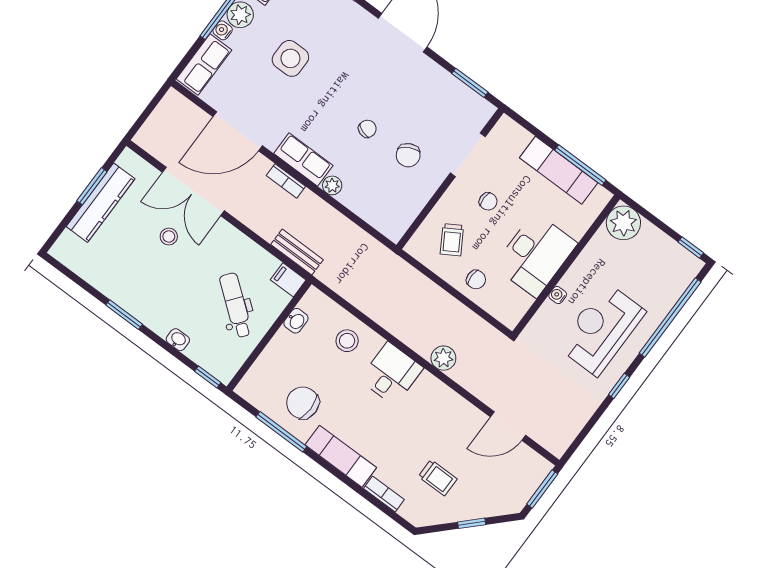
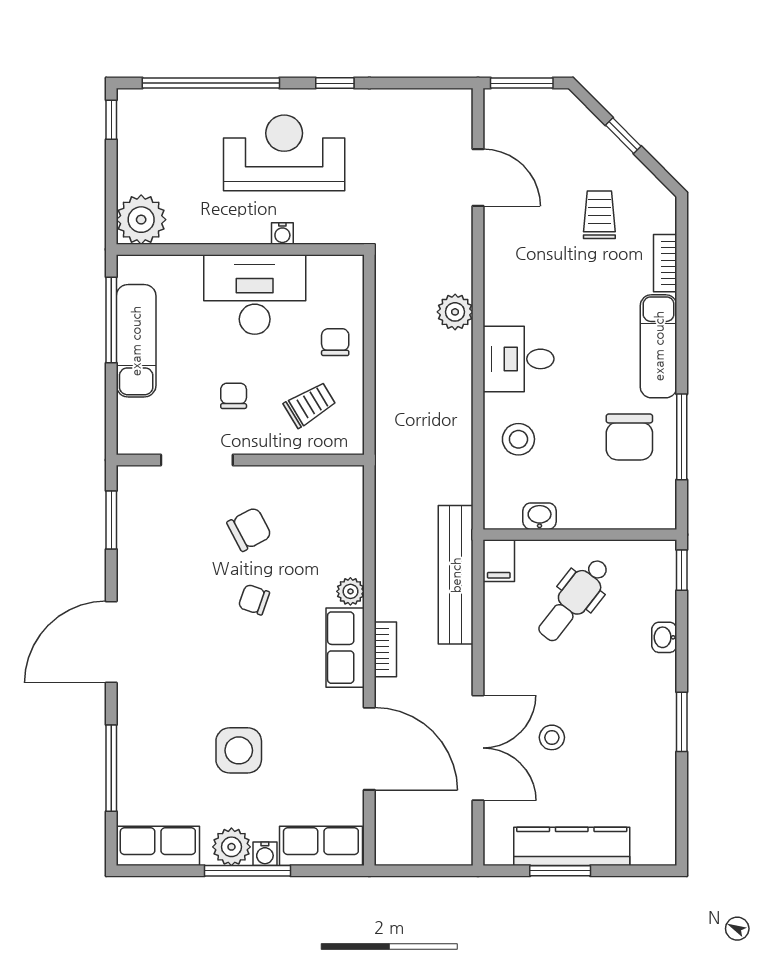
bench: (297, 252) -> (456, 575), width x1.86, depth x1.21
reception desk: (601, 329) -> (284, 153), turned 180

